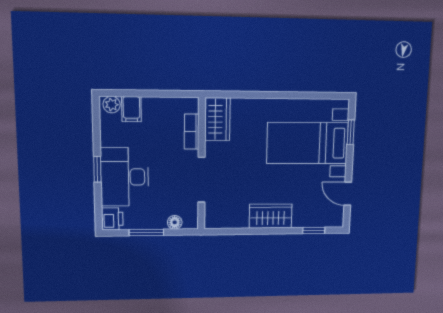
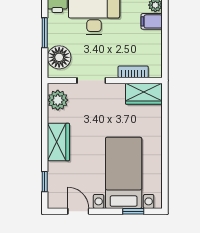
doorway: (201, 180) -> (91, 80), width x0.73
door: (348, 194) -> (78, 211), hinge flipped
plant: (224, 217) -> (58, 100), added
floor lamp: (175, 222) -> (59, 57), width x1.89, depth x1.89

